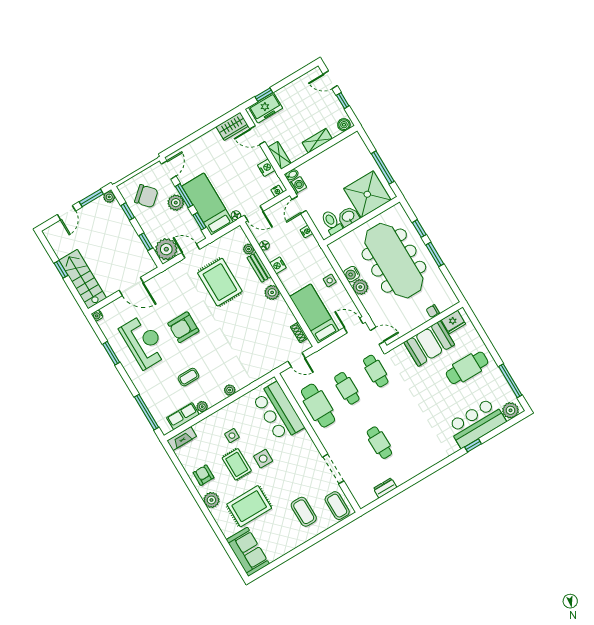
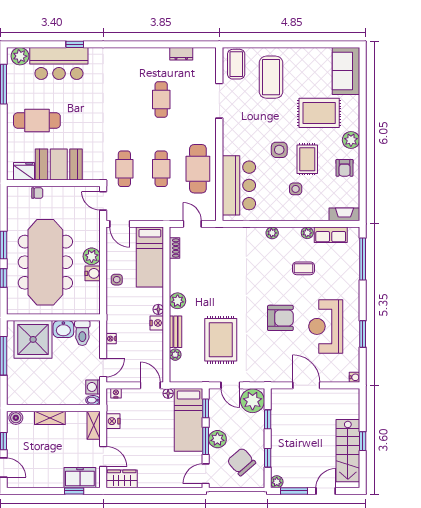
floor lamp: (264, 245) -> (158, 309), moved
stairs: (83, 279) -> (348, 451), moved
coffee table: (304, 512) -> (271, 77), width x1.36, depth x1.32

